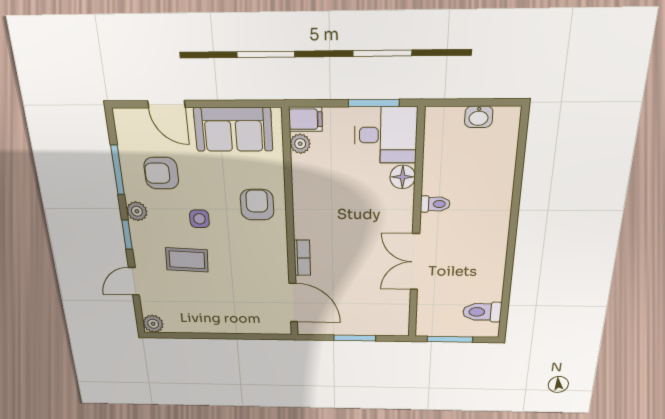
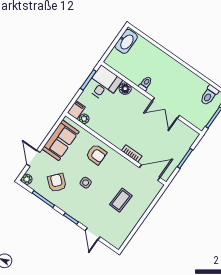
door: (166, 104) -> (33, 158), swing flipped
washbasin: (479, 117) -> (126, 41), width x1.91, depth x1.45
armchair: (161, 173) -> (57, 183), turned 131
armchair: (257, 205) -> (96, 154), turned 180
plant: (137, 211) -> (27, 179), moved
coffee table: (187, 260) -> (121, 200), moved
plant: (153, 324) -> (117, 243), removed

